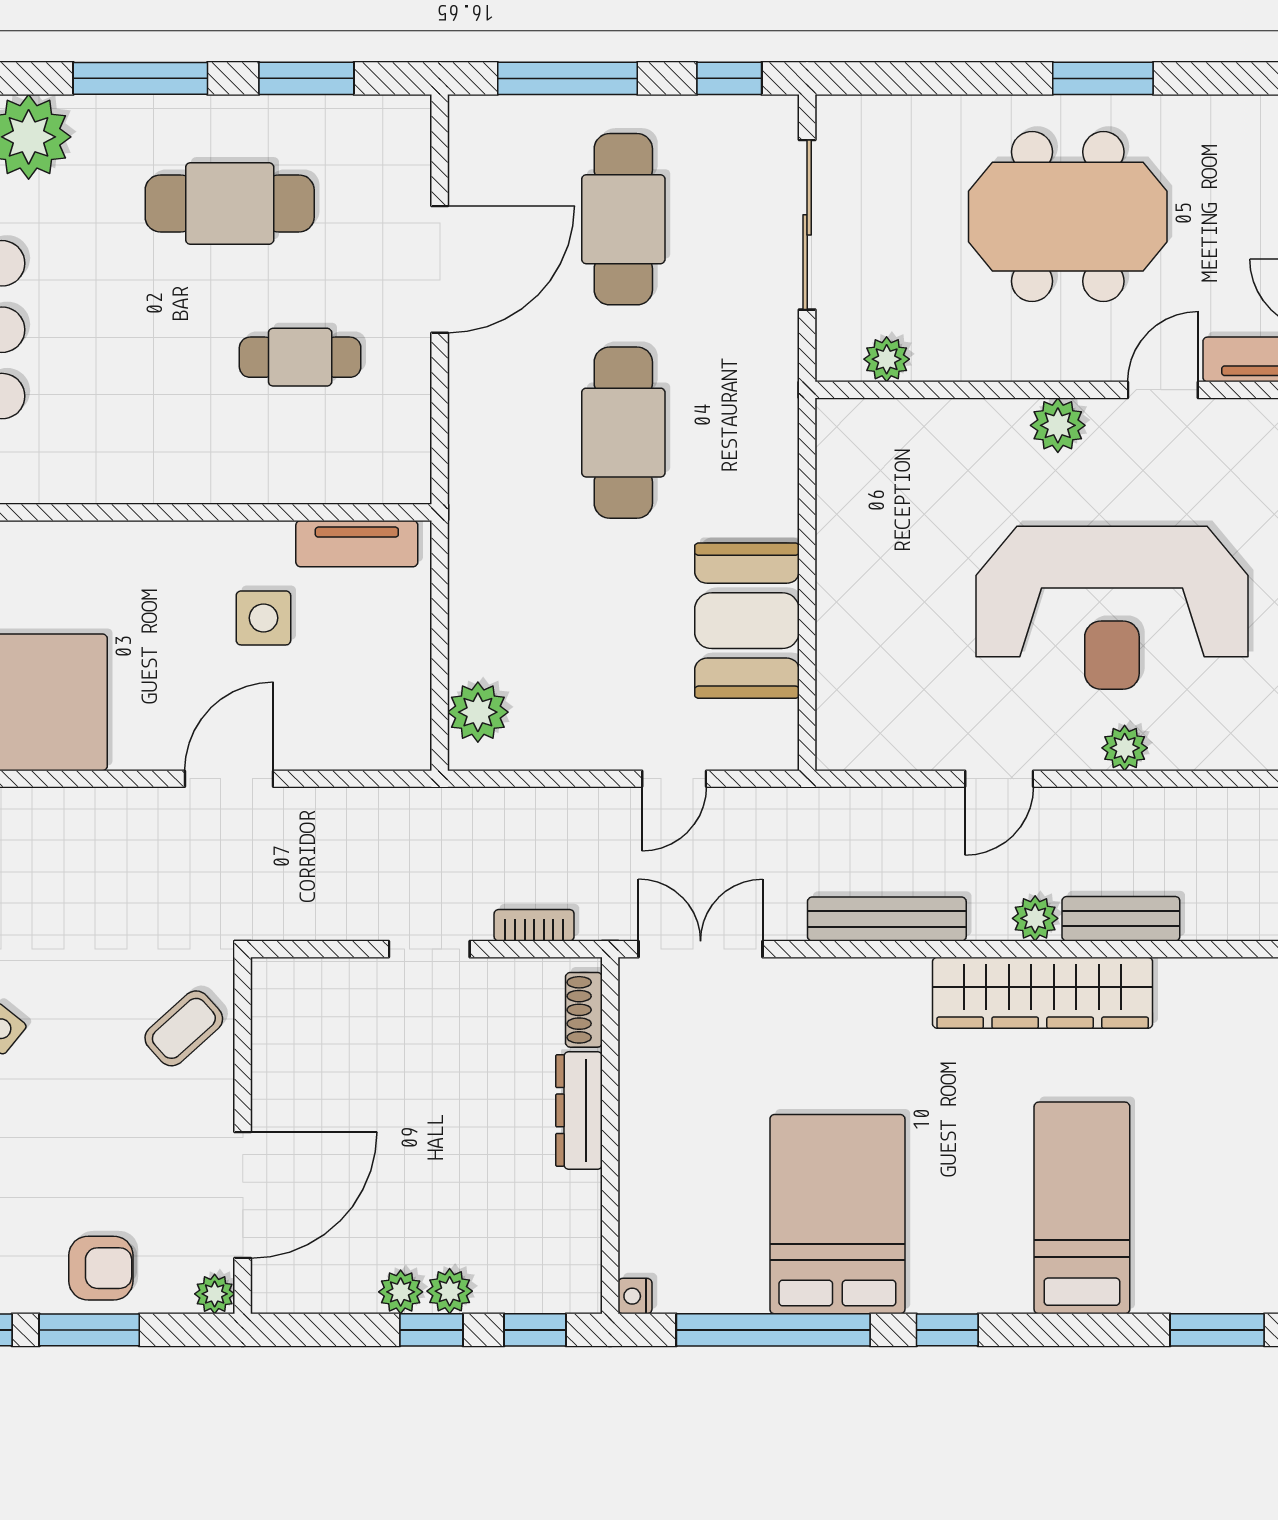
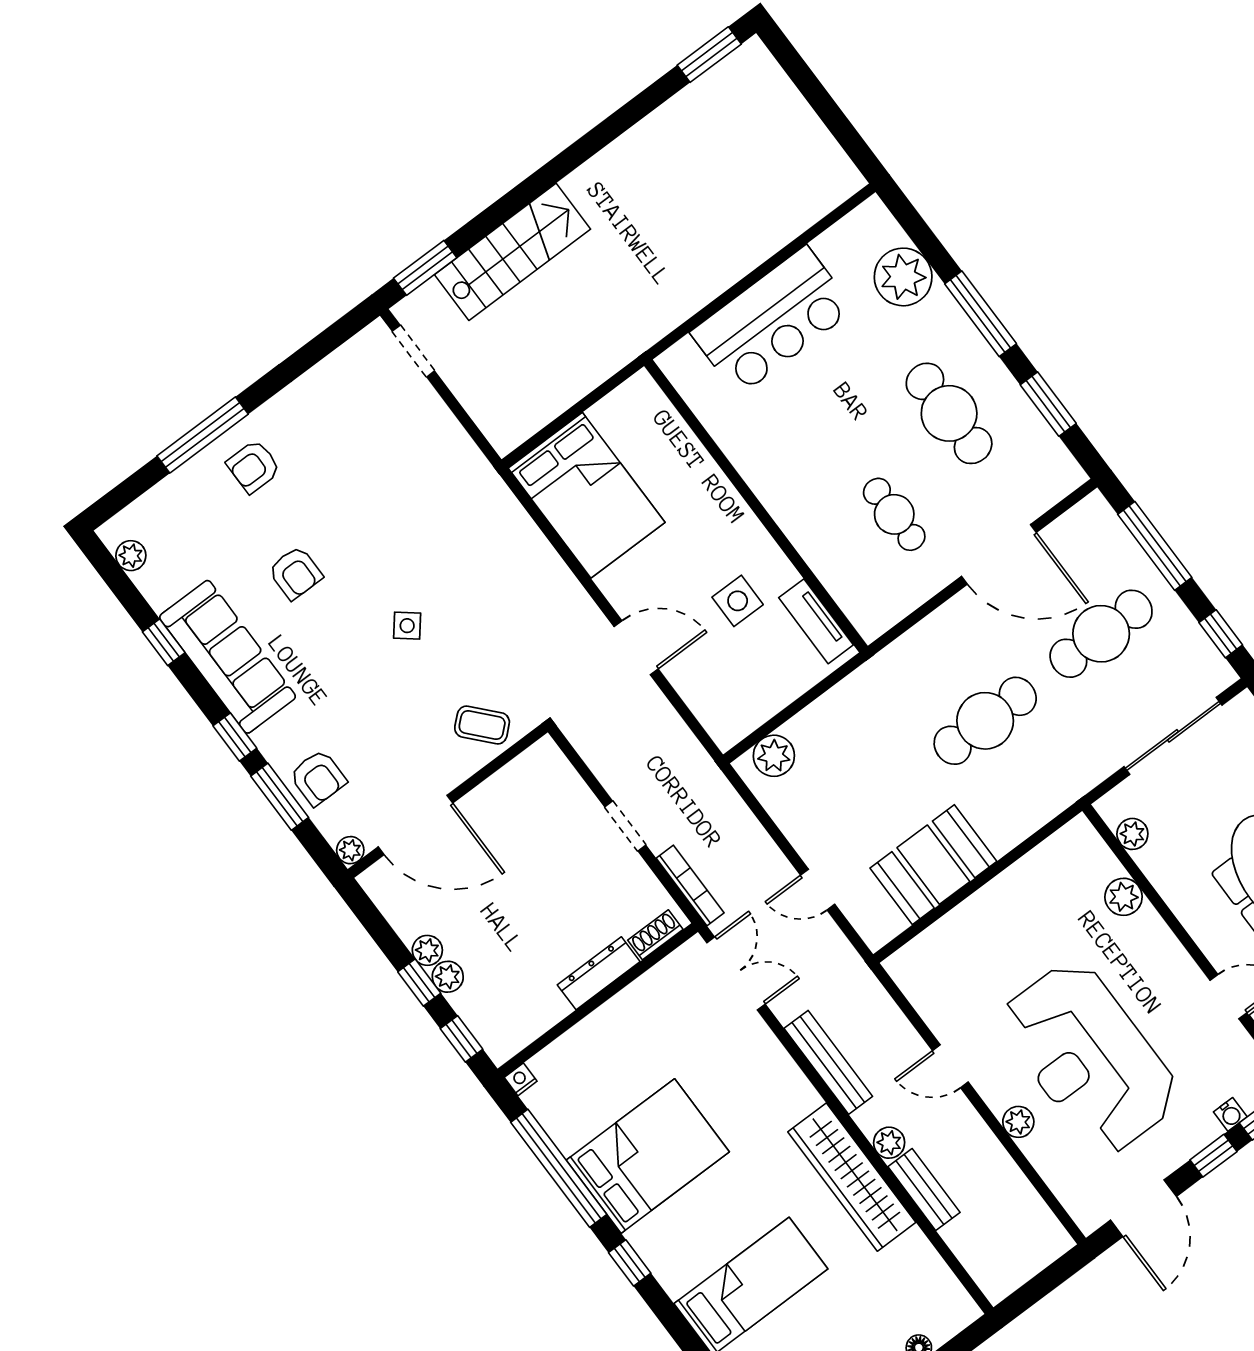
plant: (1058, 425) -> (1124, 897), moved
bookcase: (534, 925) -> (690, 885), width x1.56

